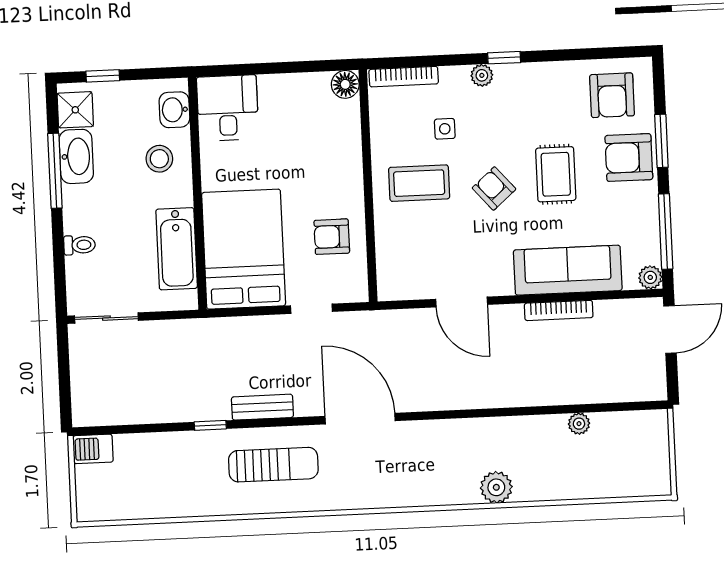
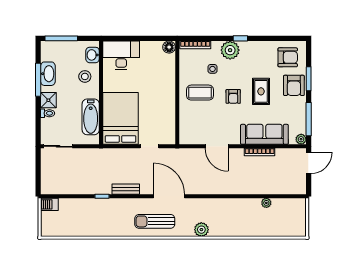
plant: (482, 75) -> (230, 50), width x1.87, depth x1.87
window: (103, 76) -> (61, 38), width x2.17
armchair: (612, 95) -> (288, 57), turned -90
desk: (228, 108) -> (121, 55), width x1.37
shower: (75, 110) -> (48, 100), moved
armchair: (629, 158) -> (294, 85), turned -90
armchair: (494, 188) -> (233, 96), turned -139
armchair: (332, 237) -> (160, 115), removed
sun lounger: (273, 465) -> (155, 221), moved, turned 180
plant: (496, 487) -> (201, 230), moved

